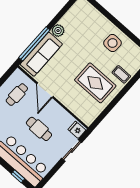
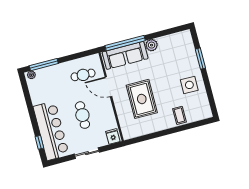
window: (107, 14) -> (200, 59), added
rug: (95, 83) -> (142, 99), moved
door: (45, 90) -> (108, 87), hinge flipped
sliding door: (72, 150) -> (87, 153), moved

